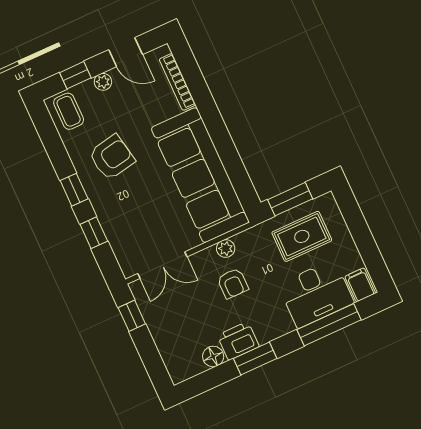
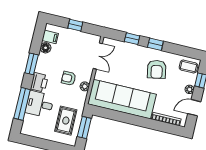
double door: (162, 265) -> (98, 56), swing flipped
filing cabinet: (360, 285) -> (50, 37), moved
desk: (316, 294) -> (40, 104), width x0.73
window: (132, 316) -> (75, 25), moved
printer: (238, 341) -> (39, 82), moved

